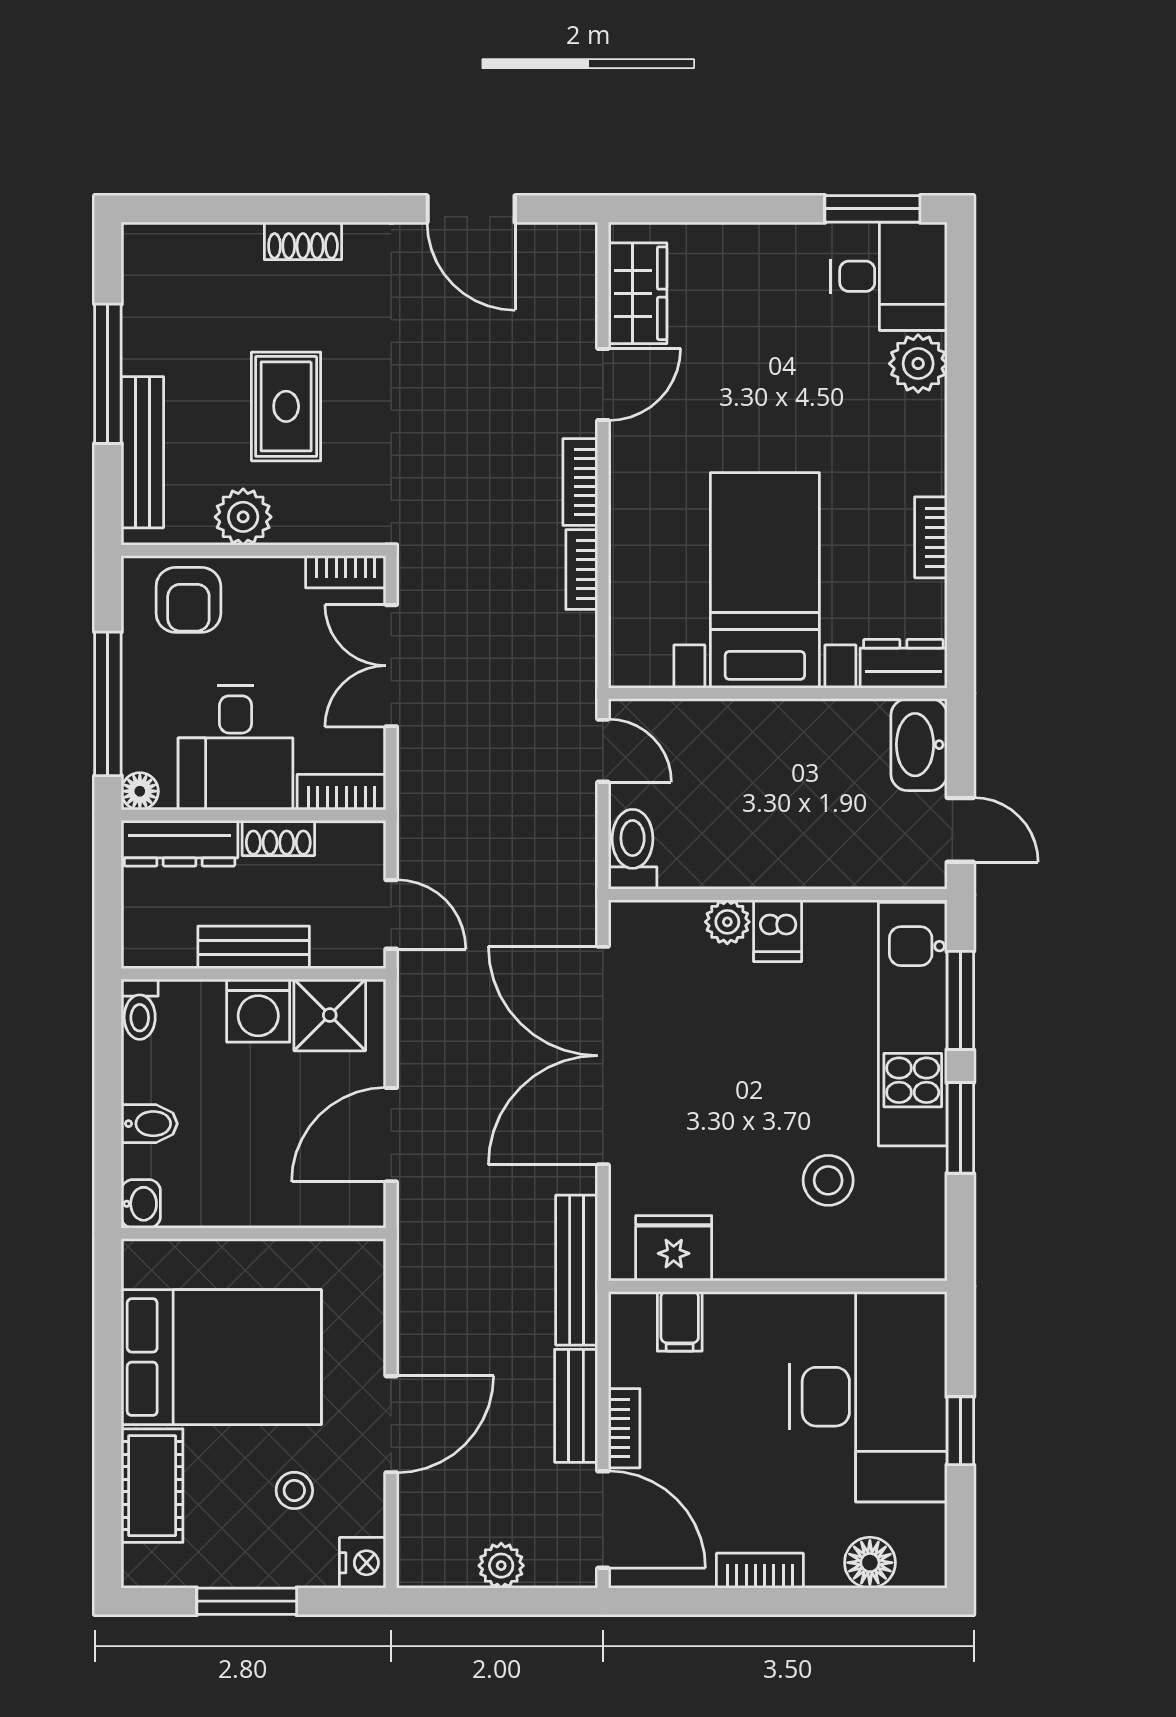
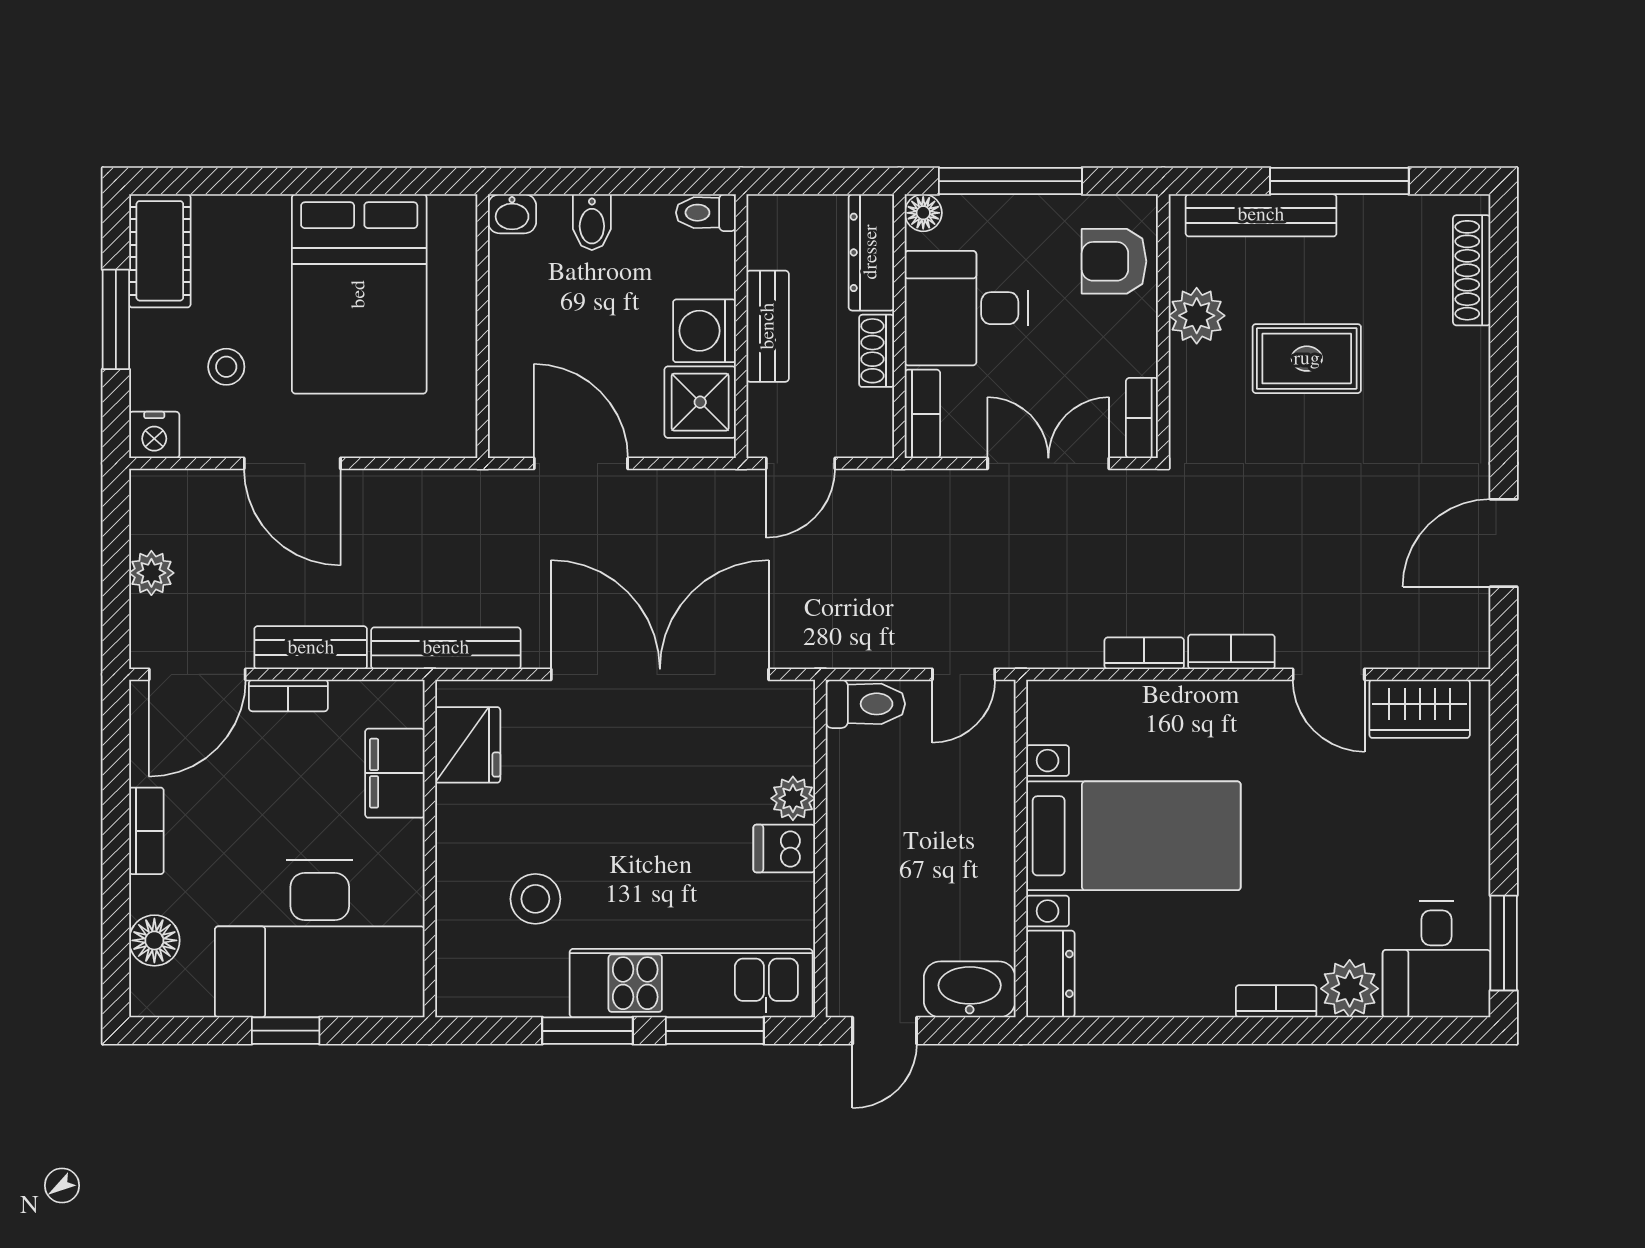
shoe rack: (303, 241) -> (1472, 270), moved, width x1.43
bookcase: (931, 537) -> (1276, 1001), moved
filing cabinet: (680, 1321) -> (395, 773), width x2.00
cot: (152, 1486) -> (160, 251), moved, turned 90

